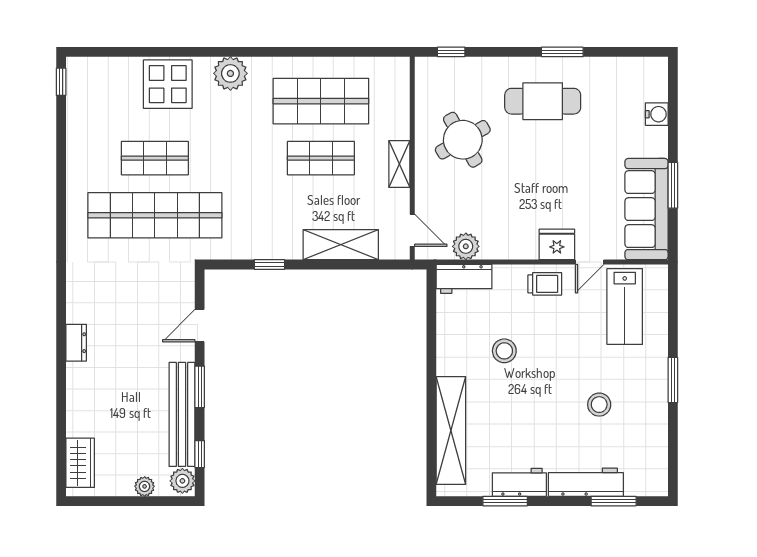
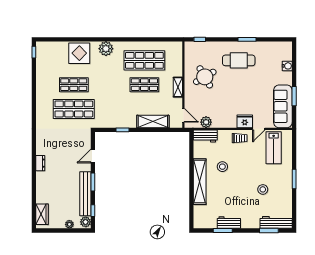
shop shelf: (155, 215) -> (74, 109), width x0.71
shelving: (451, 431) -> (200, 182), moved
workbench: (586, 482) -> (276, 222), moved

